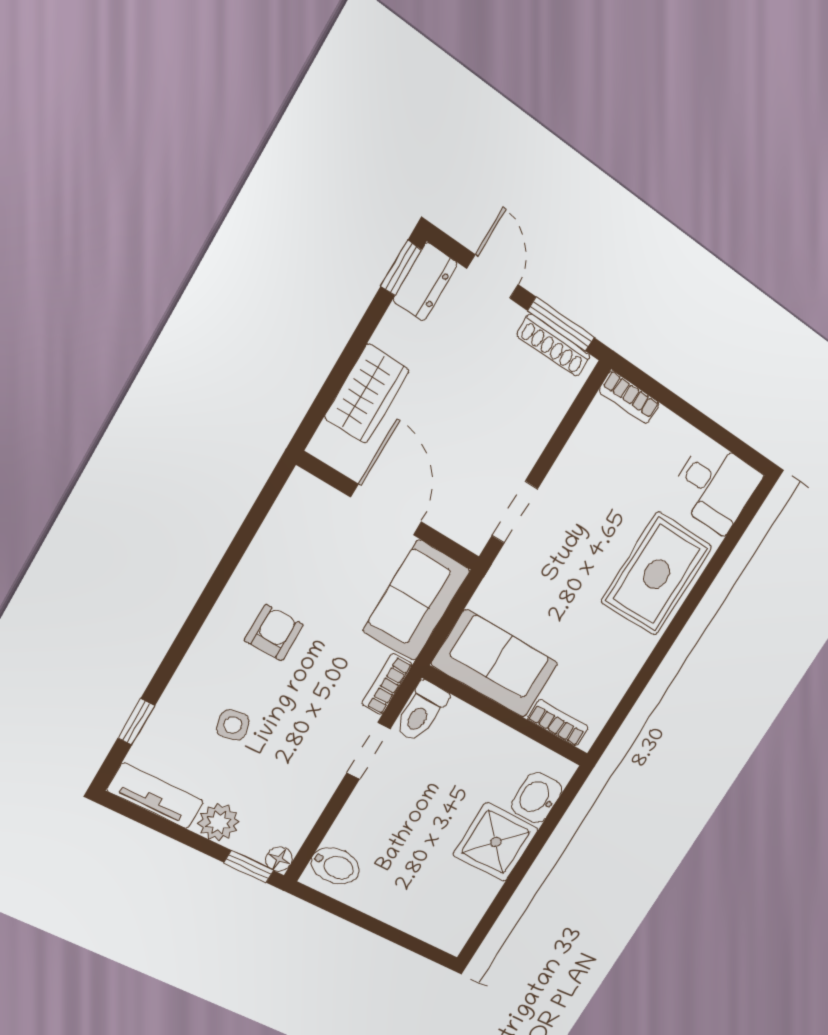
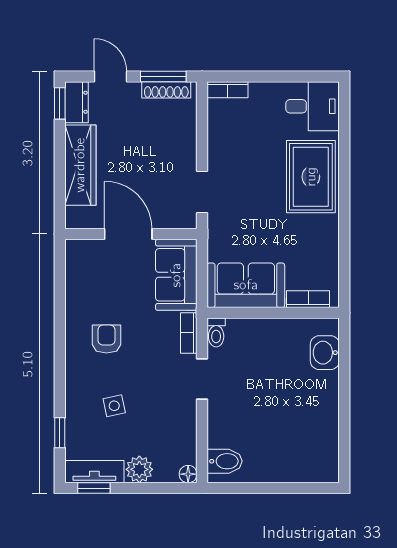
wardrobe: (367, 394) -> (80, 165), width x1.50
toilet: (422, 712) -> (216, 332), width x0.73, depth x0.72
shower: (496, 842) -> (316, 394), removed
window: (249, 867) -> (94, 488), moved

